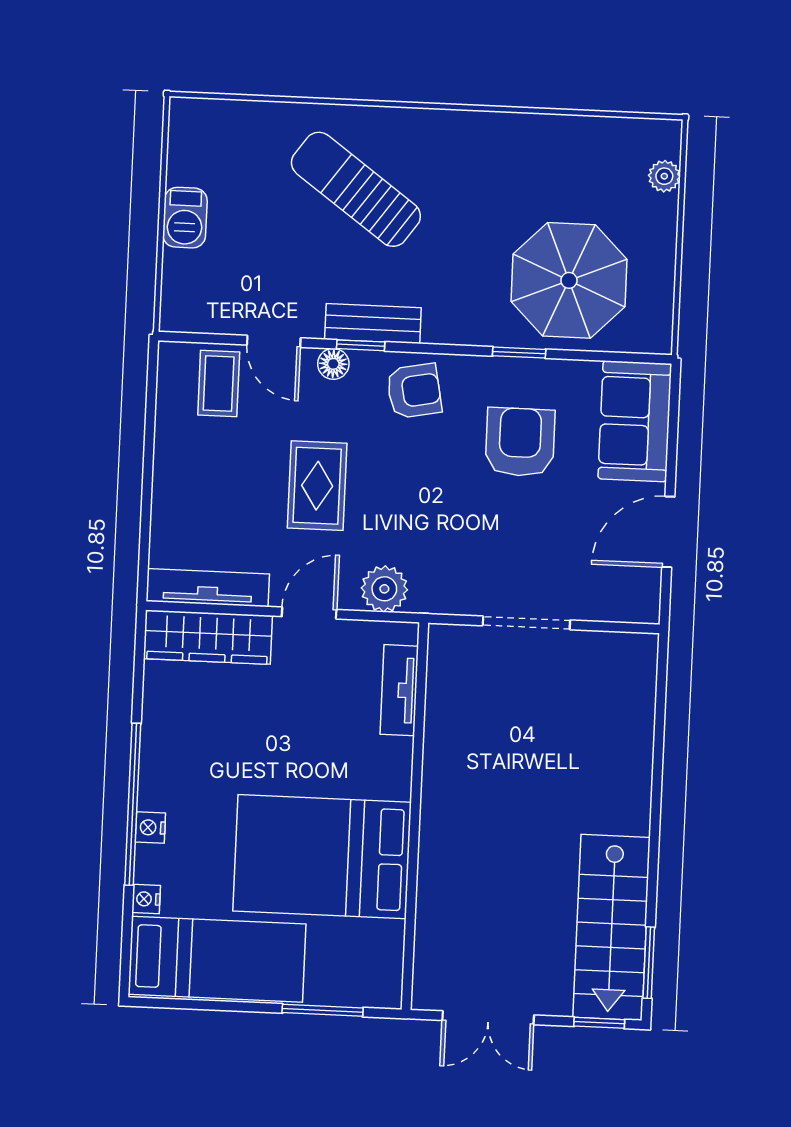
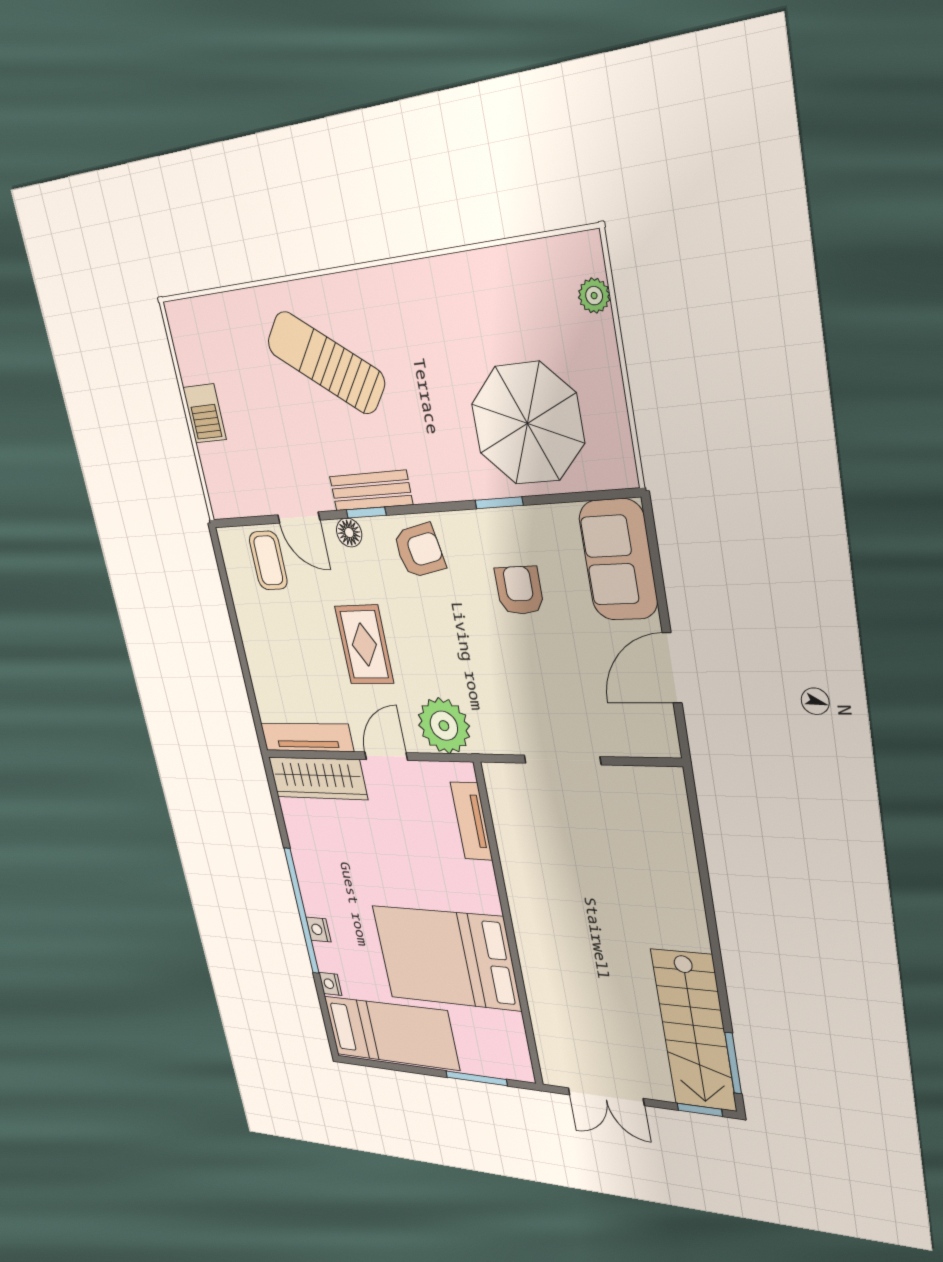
armchair: (520, 442) -> (519, 590), width x0.72, depth x0.72
plant: (384, 589) -> (444, 726), width x1.36, depth x1.36

